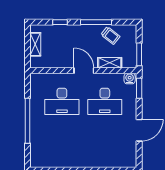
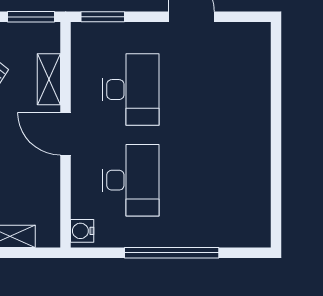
door: (84, 71) -> (66, 134), hinge flipped
water cooler: (130, 78) -> (82, 231), moved

